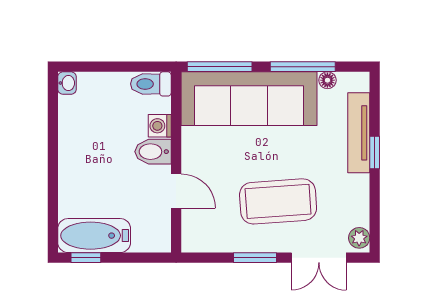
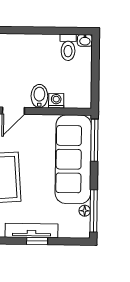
window: (303, 67) -> (94, 211), moved
toilet: (151, 84) -> (68, 47), moved, turned 180
tv unit: (359, 133) -> (32, 231), moved

